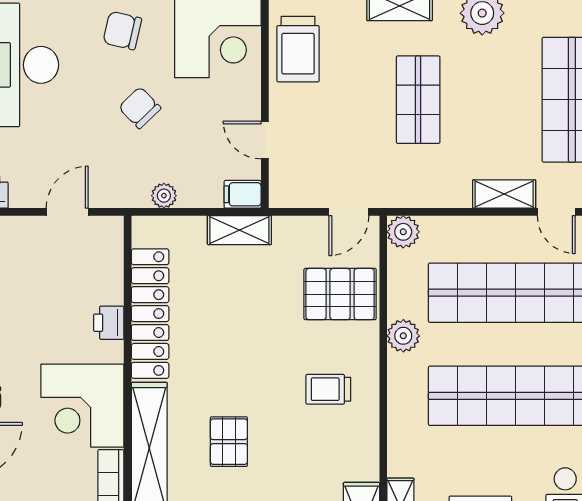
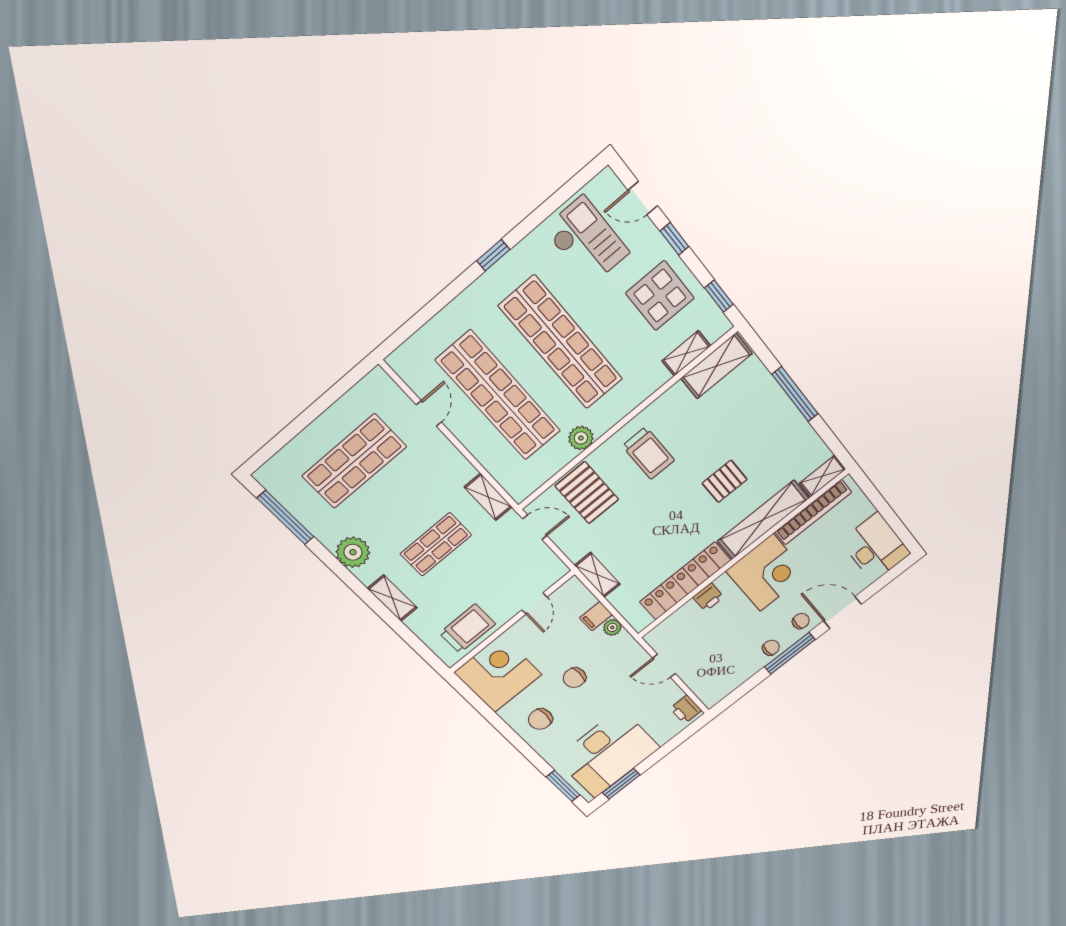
chair: (122, 31) -> (540, 719), turned 77
chair: (140, 108) -> (575, 678), turned 44
filing cabinet: (243, 194) -> (596, 616), moved, turned 90
shelving: (504, 194) -> (488, 497), moved
plant: (403, 232) -> (520, 489), removed
trolley: (328, 389) -> (648, 453), width x1.36, depth x1.39

